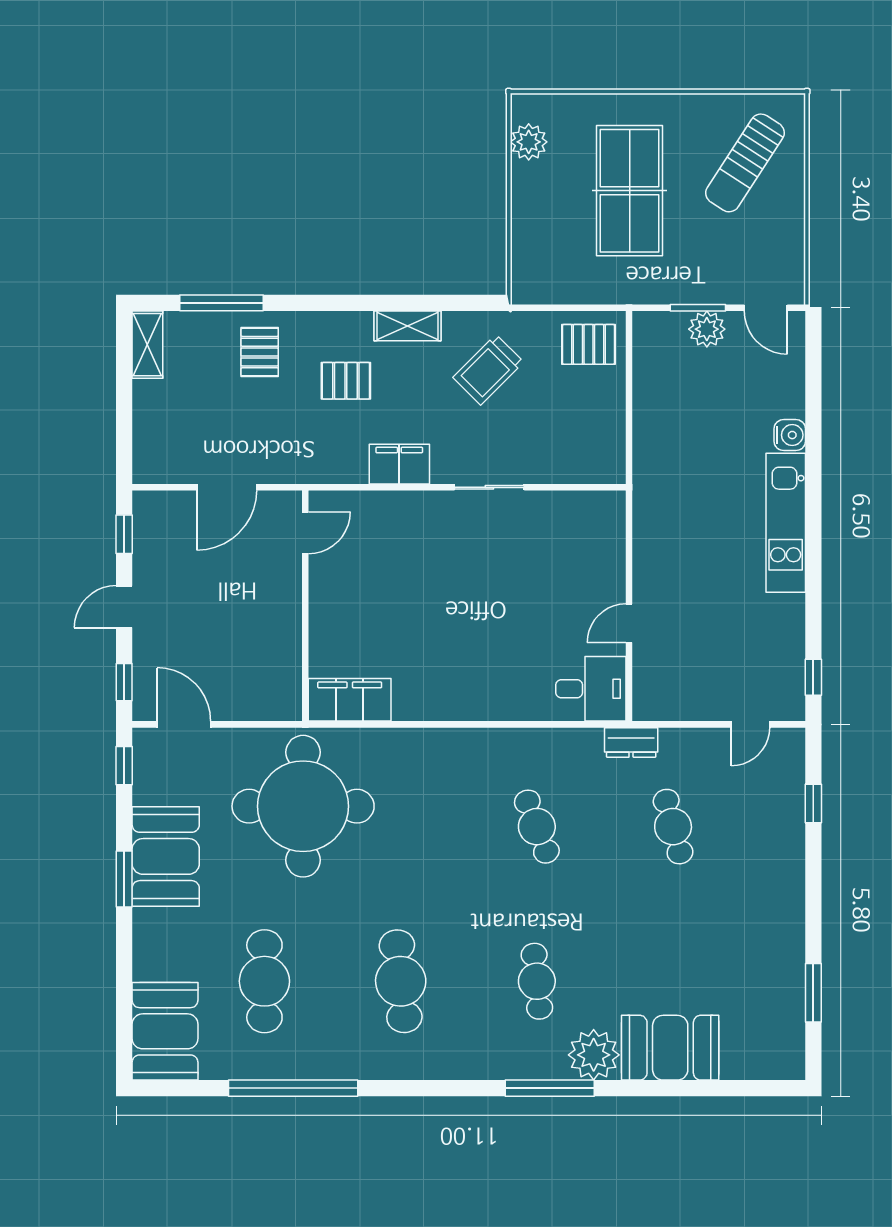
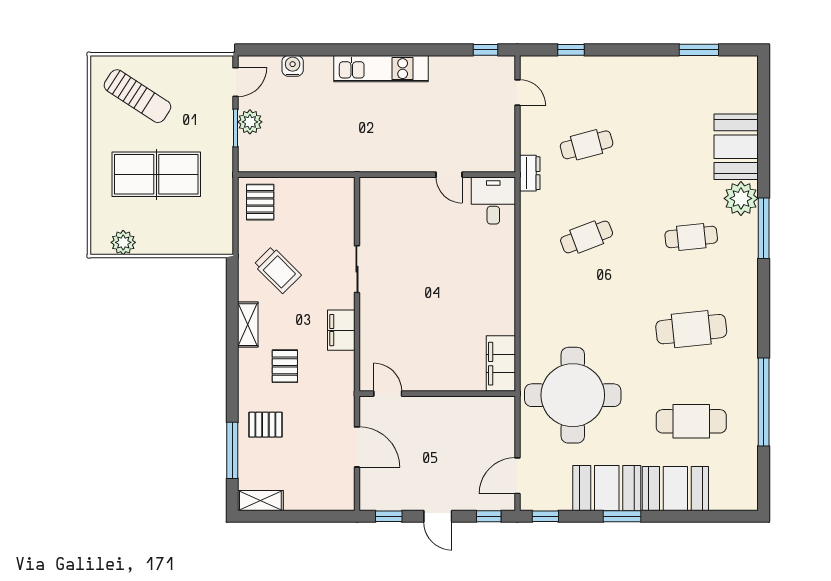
water cooler: (790, 435) -> (293, 66), moved
booth: (165, 1031) -> (675, 489), moved

